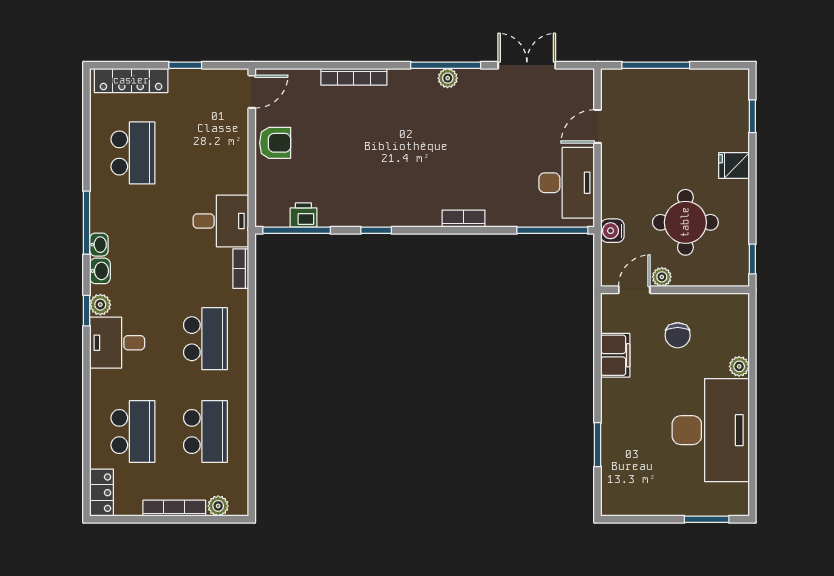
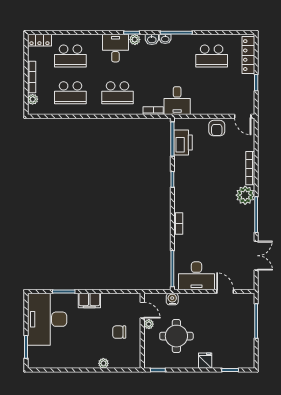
plant: (448, 78) -> (245, 195), moved, width x1.87, depth x1.87
printer: (303, 215) -> (183, 142), width x1.87, depth x1.48
filing cabinet: (615, 355) -> (89, 300), moved
desk: (711, 430) -> (47, 319), moved, turned 90

